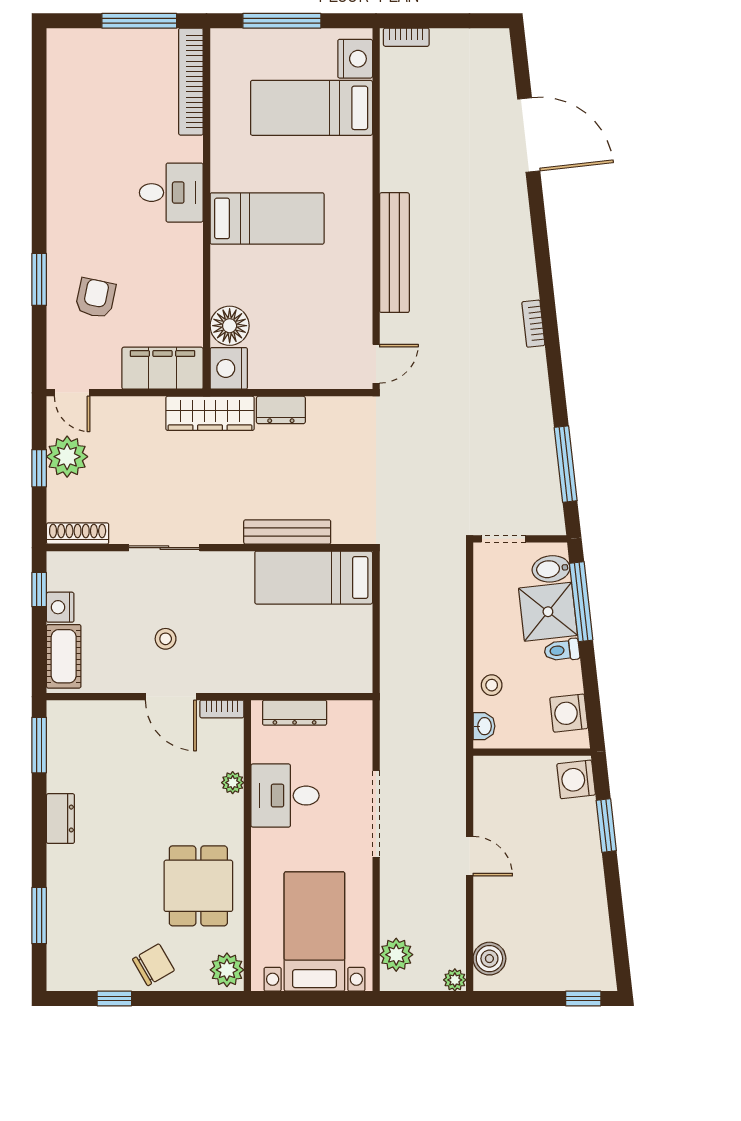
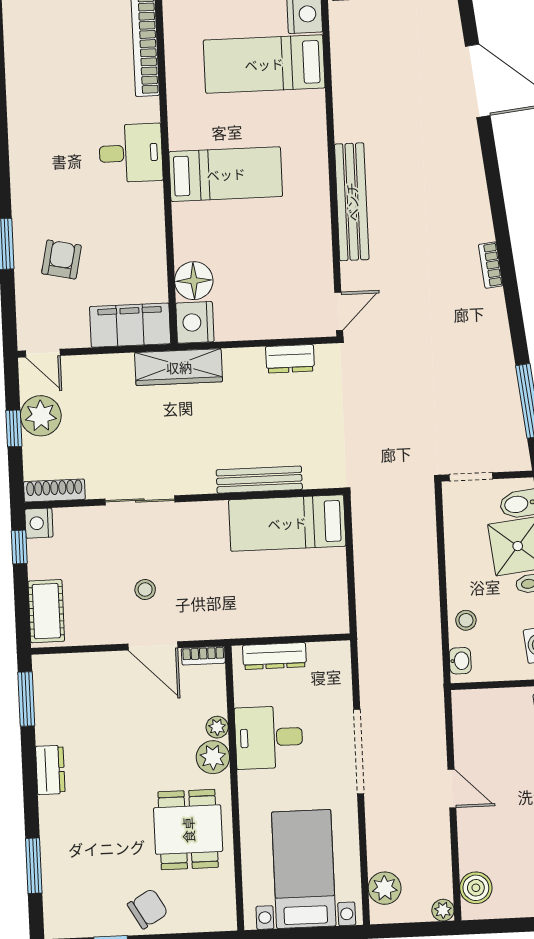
dresser: (281, 410) -> (290, 359), moved
nightstand: (60, 607) -> (39, 523), moved
plant: (227, 970) -> (213, 757), moved

